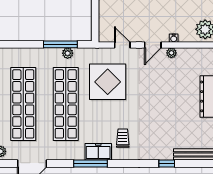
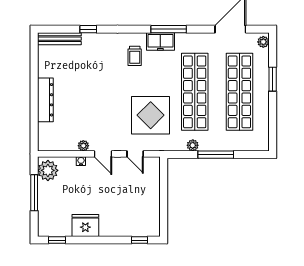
window: (60, 44) -> (216, 155), moved
door: (153, 45) -> (103, 154), swing flipped

